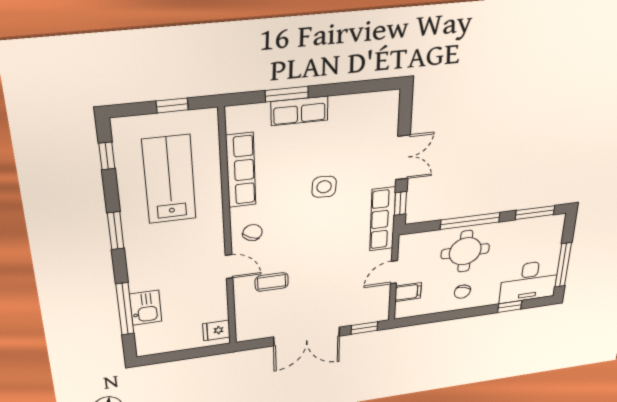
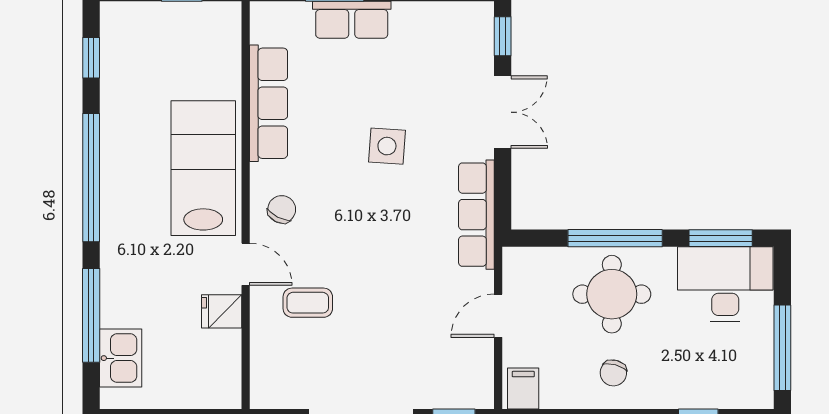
lab bench: (169, 180) -> (203, 168), moved
window: (400, 203) -> (503, 36), moved
window: (116, 231) -> (91, 178), width x2.11
desk: (529, 282) -> (725, 284), moved, turned 180
filing cabinet: (408, 292) -> (523, 389), moved, turned -90
kitchen sink: (146, 308) -> (121, 358), moved
fridge: (216, 330) -> (222, 311), moved

